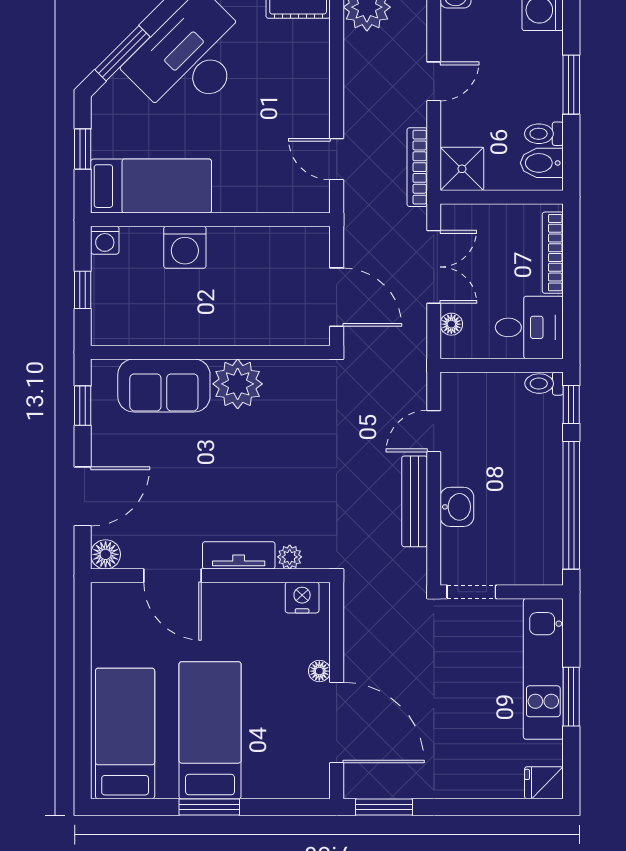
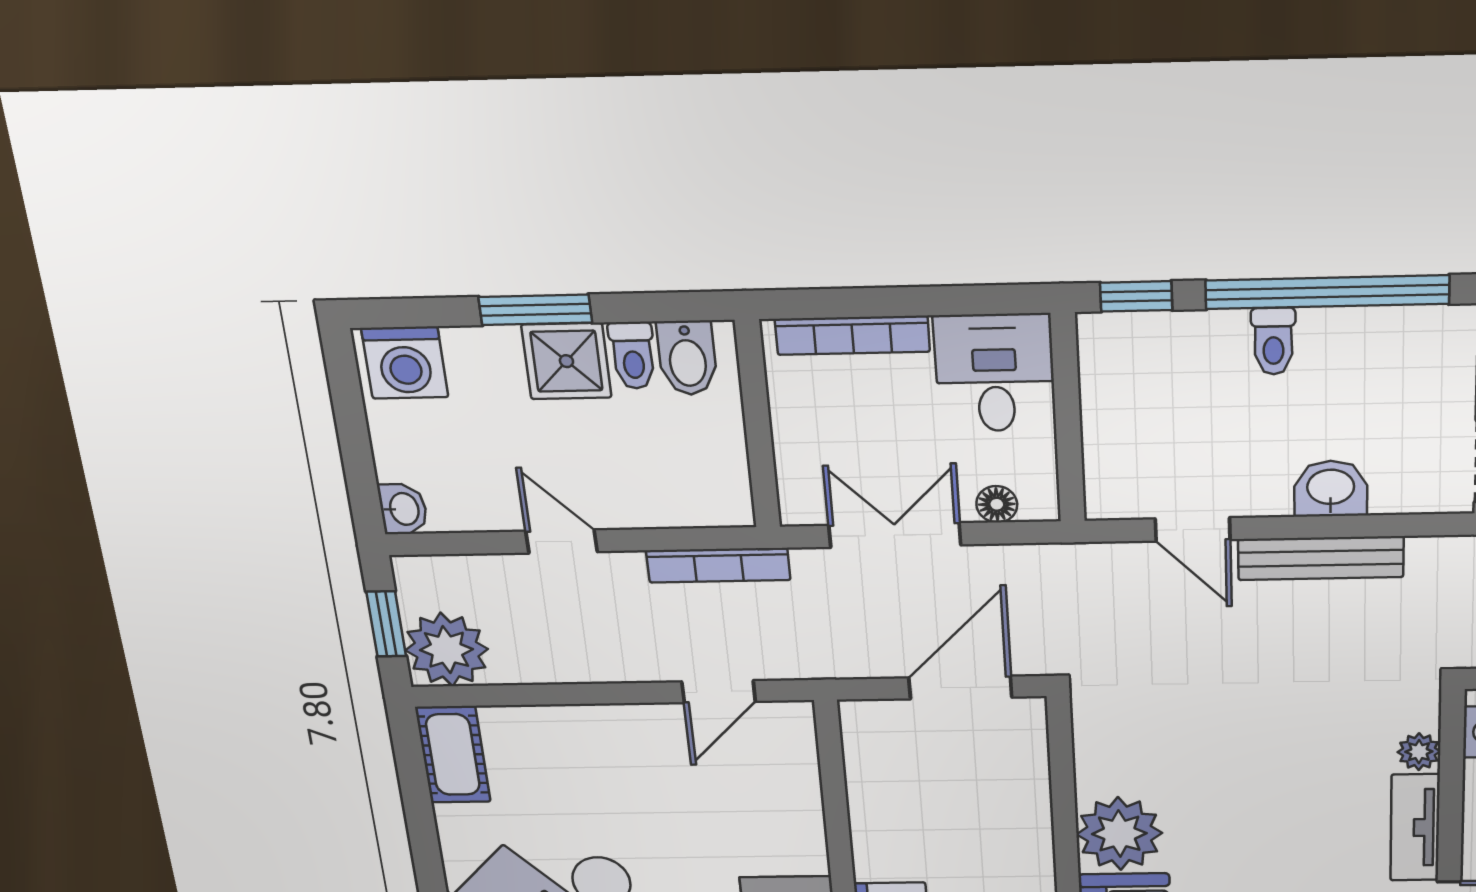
shower: (462, 169) -> (566, 361), moved
toilet: (544, 384) -> (1273, 341), moved

